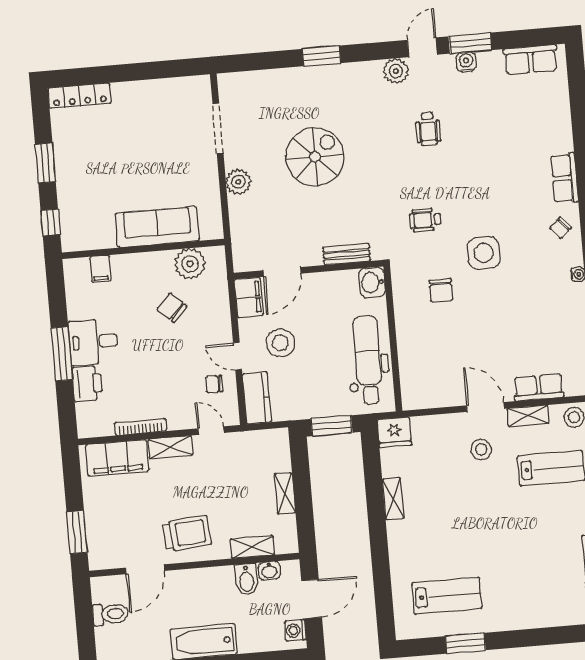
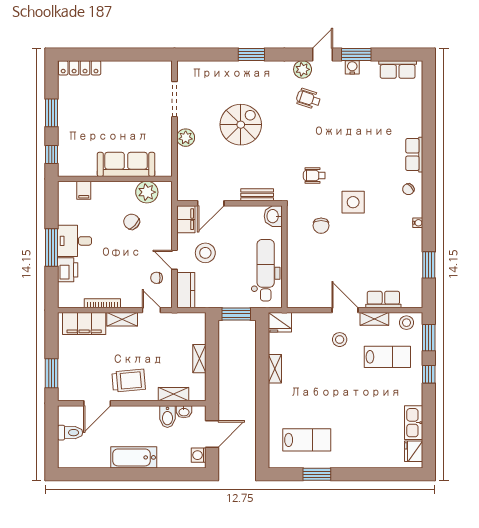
wheelchair: (428, 129) -> (308, 99), moved, turned 108

